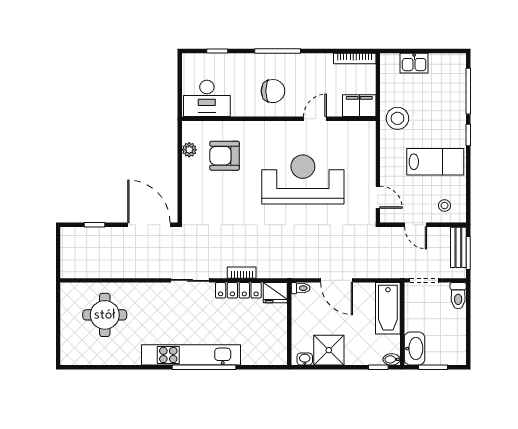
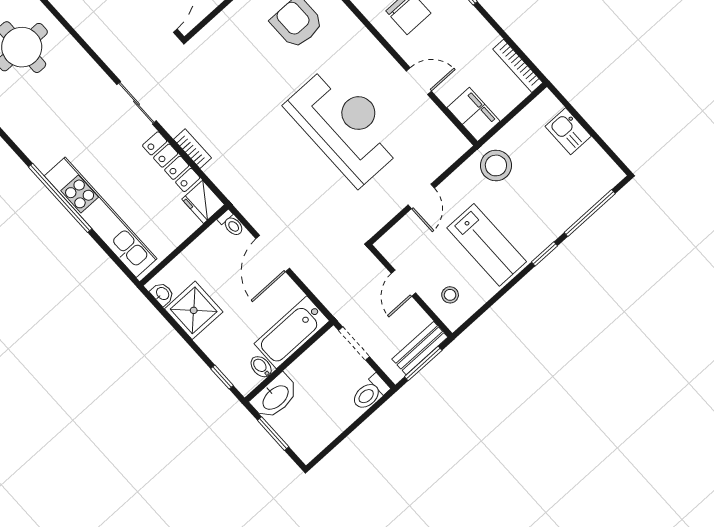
door: (378, 197) -> (421, 196), moved
kitchen unit: (191, 355) -> (101, 217), moved
bidet: (392, 359) -> (261, 367), moved

